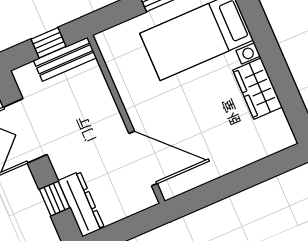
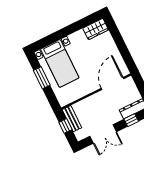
wardrobe: (258, 89) -> (96, 29), moved

